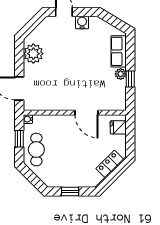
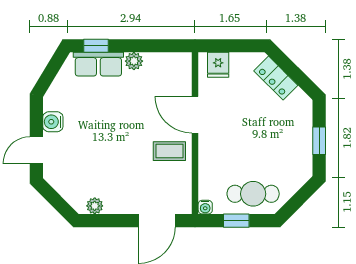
plant: (33, 54) -> (95, 206), width x0.53, depth x0.53
window: (130, 79) -> (96, 46), moved
coffee table: (63, 96) -> (169, 151), added
door: (87, 113) -> (195, 115), swing flipped

